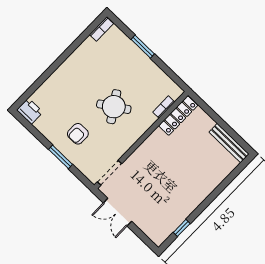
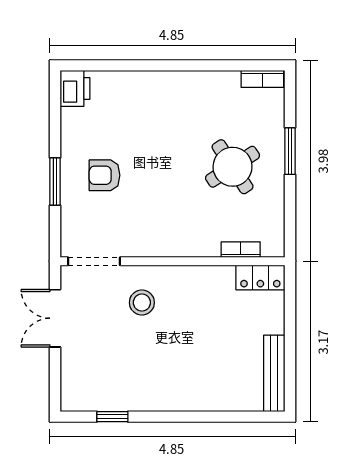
round table: (114, 107) -> (233, 167), moved
locker: (178, 115) -> (260, 277), width x0.66
stool: (146, 170) -> (142, 303), added

